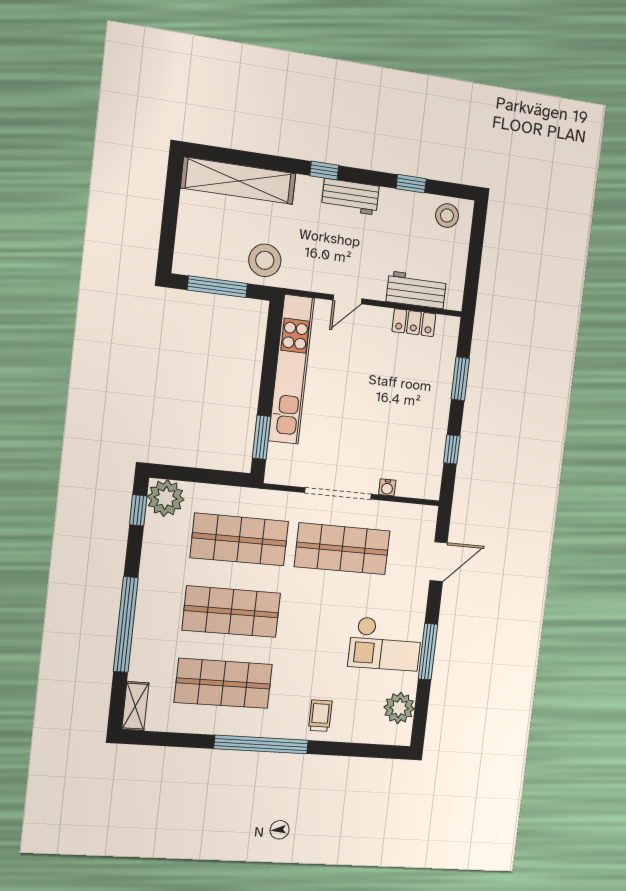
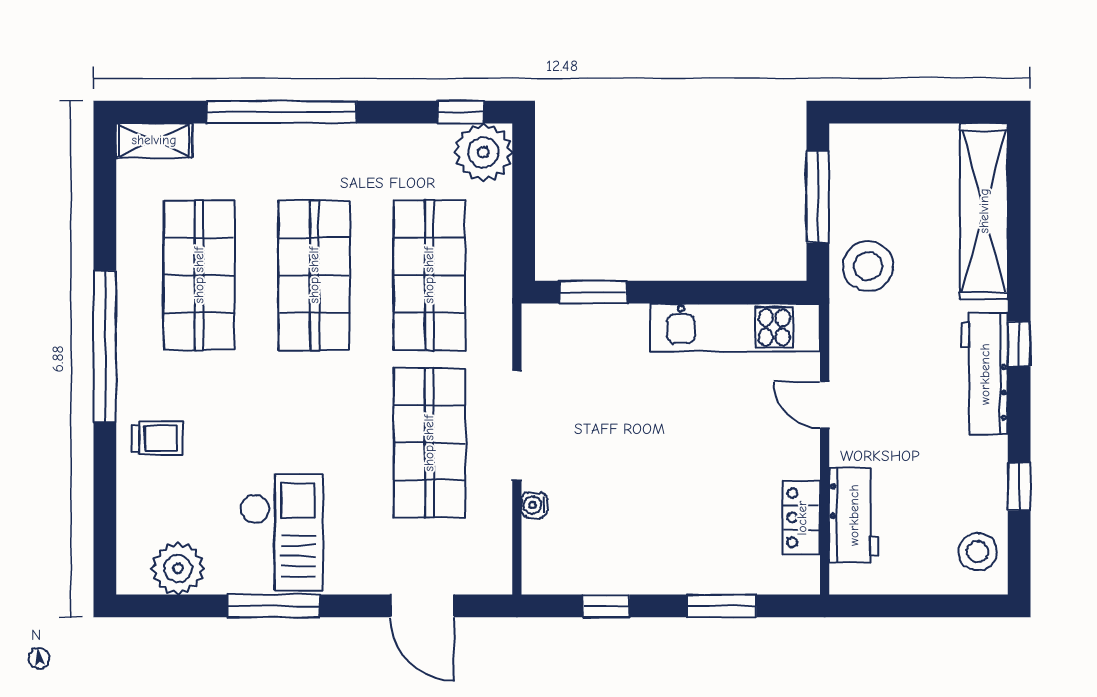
workbench: (350, 197) -> (985, 374), width x1.37
kitchen unit: (291, 369) -> (735, 327), width x0.73
checkout: (385, 644) -> (281, 532), turned 180

